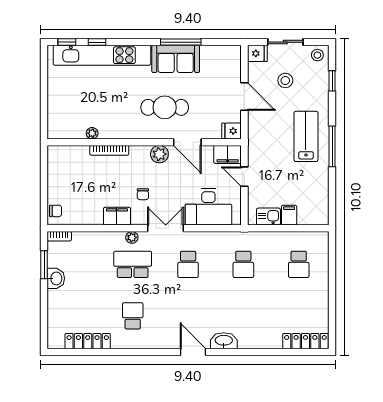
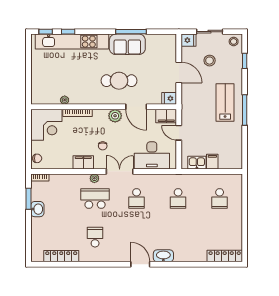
corner desk: (68, 166) -> (46, 125), added

